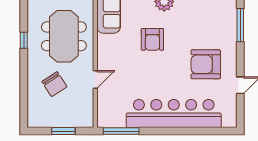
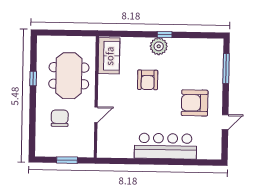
chair: (54, 84) -> (60, 118), turned -147
bar counter: (174, 113) -> (165, 146), width x0.73
window: (121, 131) -> (118, 161), removed

